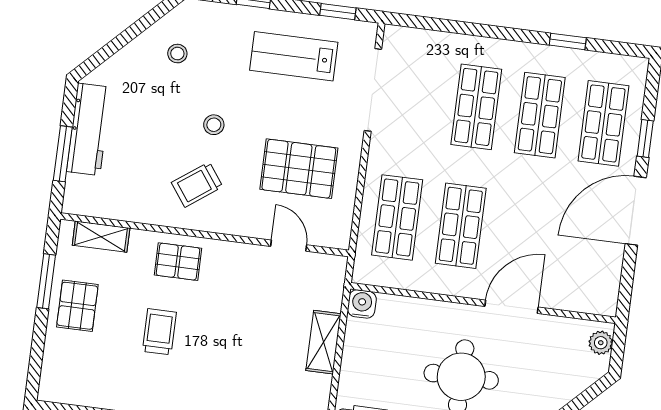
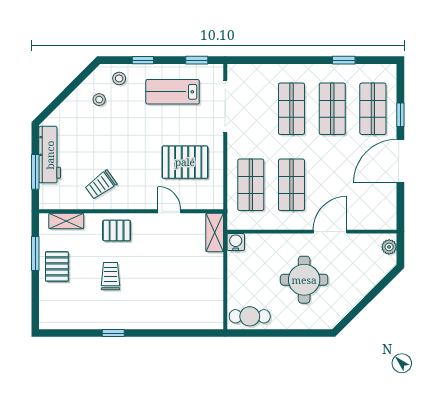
stool: (214, 125) -> (119, 78), moved
trolley: (197, 185) -> (101, 185), moved
door: (289, 246) -> (169, 211), moved
shelving: (323, 342) -> (215, 232), moved

